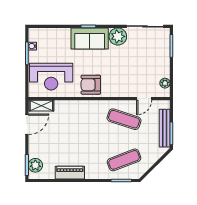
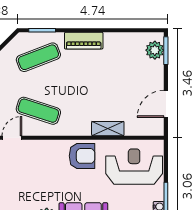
shelving: (41, 106) -> (108, 129), moved
piano: (70, 173) -> (84, 41), moved

